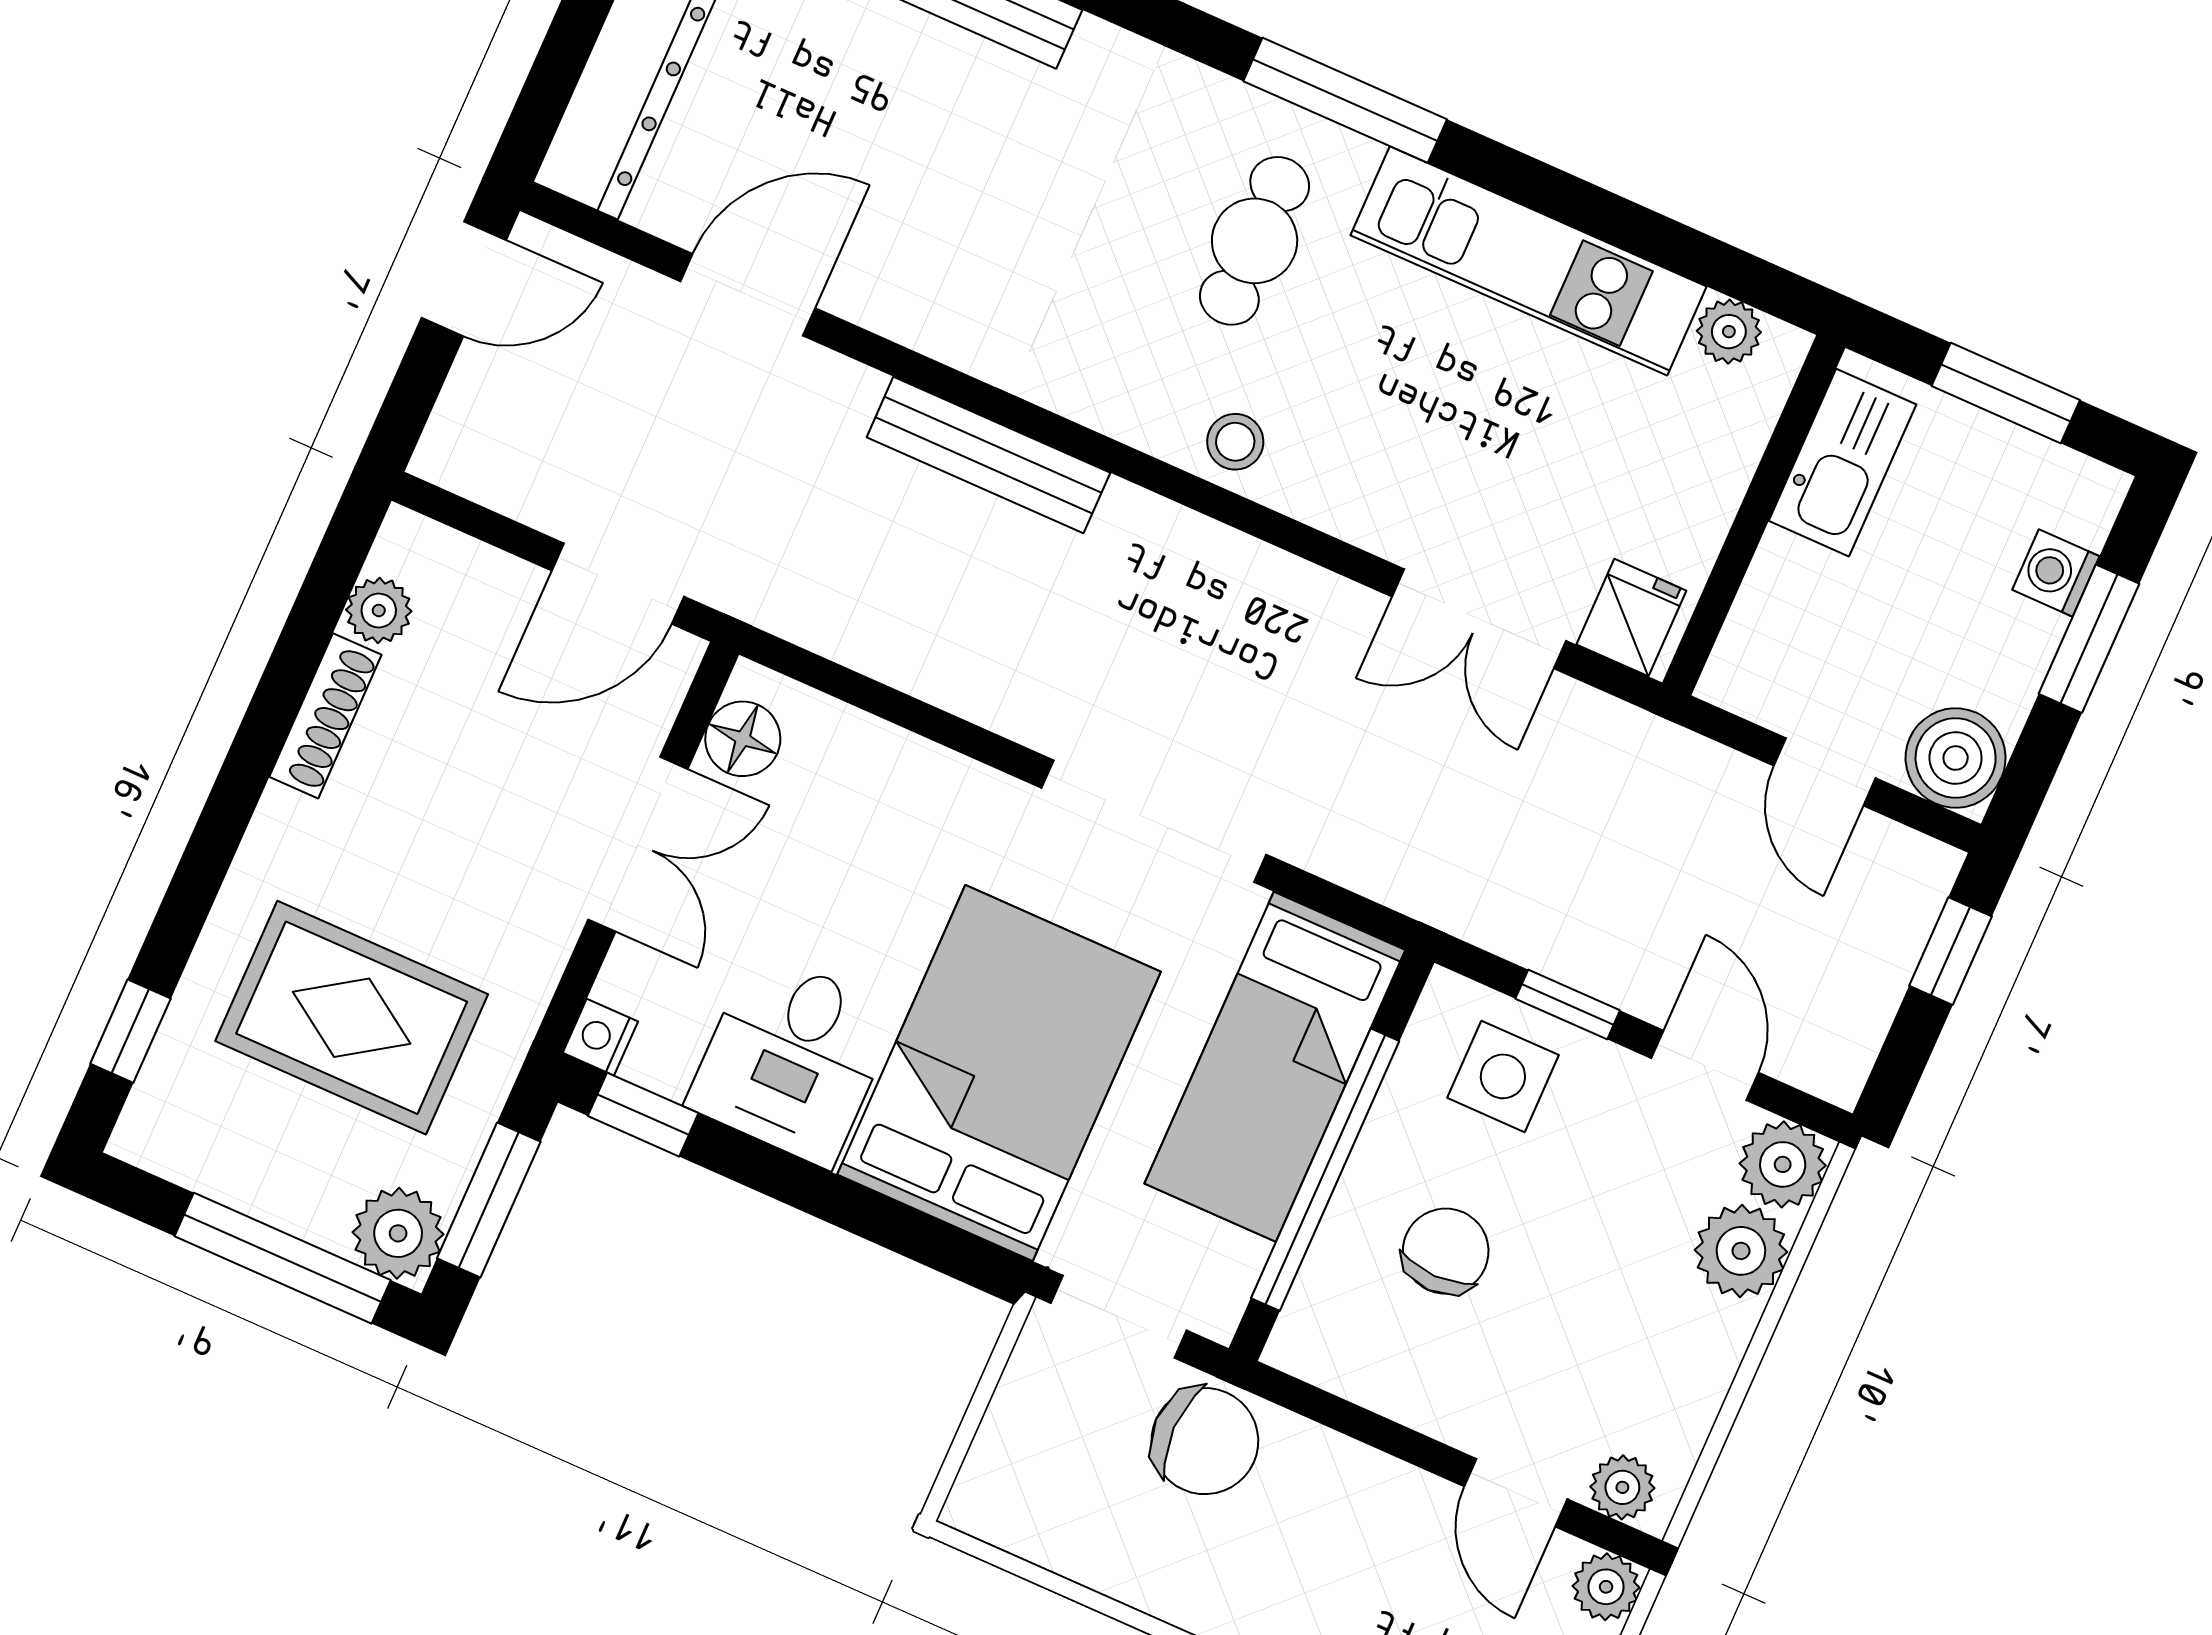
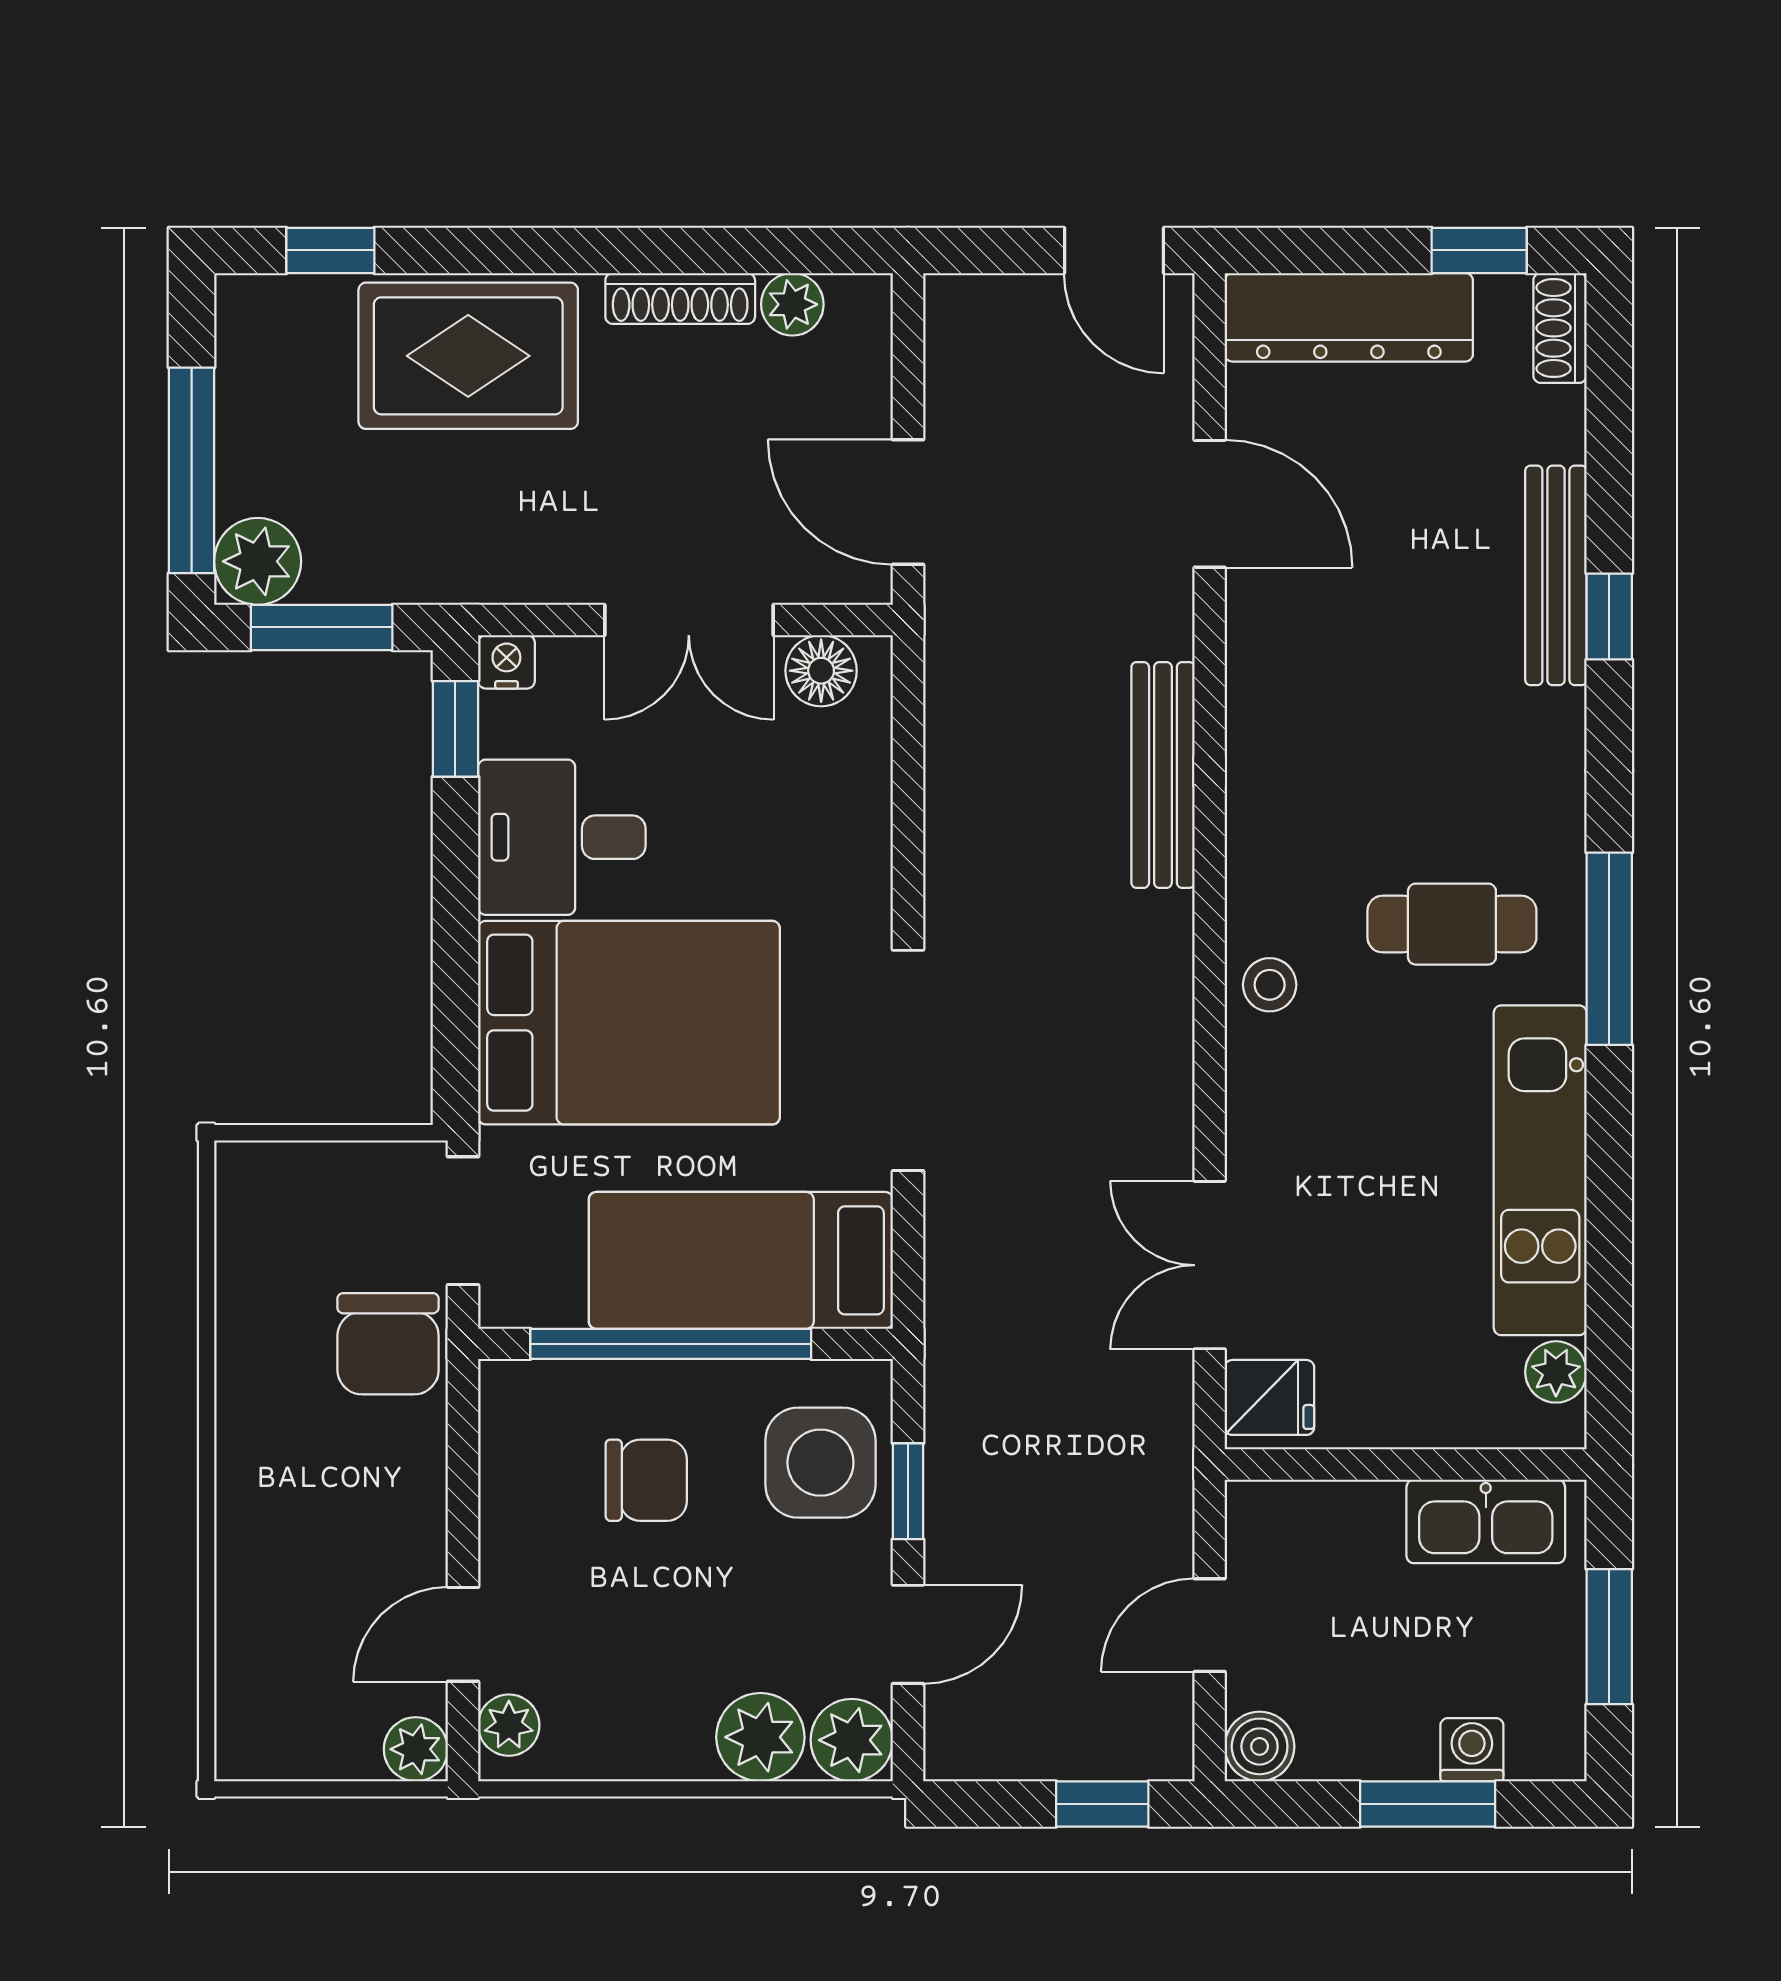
boiler: (1956, 758) -> (1260, 1746), width x0.73, depth x0.73
rug: (352, 1018) -> (468, 356), moved, turned 90
side table: (1503, 1076) -> (820, 1463), width x1.37, depth x1.37

